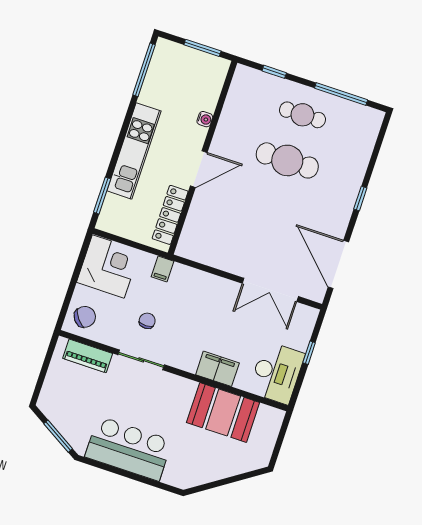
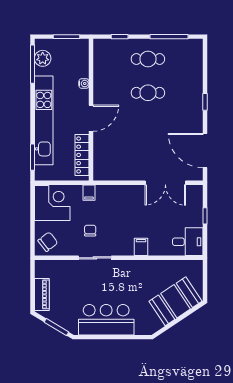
plant: (160, 67) -> (43, 58), added
kitchen unit: (134, 151) -> (44, 120), width x1.36
cafe table: (287, 160) -> (148, 93), width x0.73, depth x0.74
piano: (88, 356) -> (42, 294), moved, turned -90
filing cabinet: (217, 369) -> (141, 247), width x0.50
desk: (276, 373) -> (188, 242), width x0.73
booth: (223, 413) -> (175, 301), moved, turned -34

